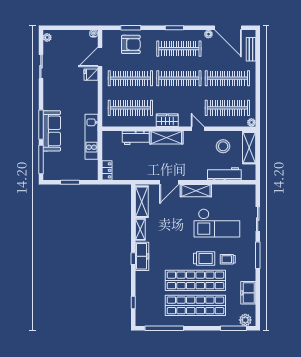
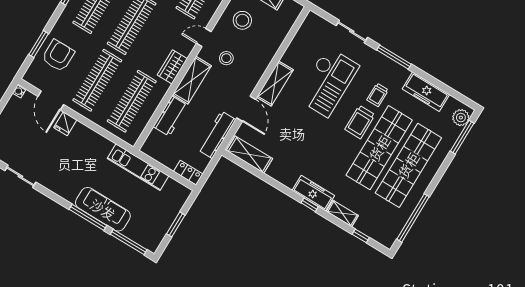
stool: (193, 151) -> (226, 58), added
workbench: (224, 174) -> (217, 135), moved
shelving: (140, 229) -> (342, 213), moved
trolley: (204, 258) -> (360, 122), turned 180
freezer: (248, 293) -> (426, 92), width x1.40

